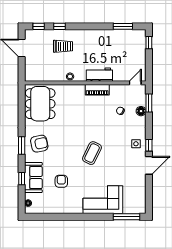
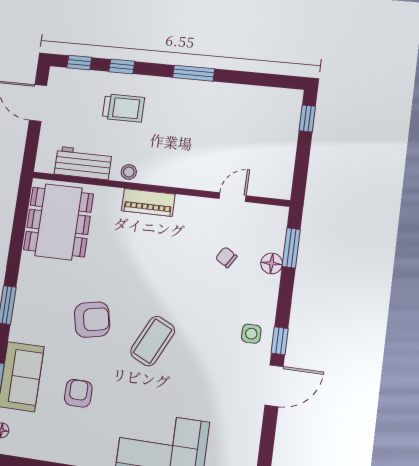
window: (123, 26) -> (194, 73), moved
workbench: (99, 75) -> (83, 163), moved
door: (135, 83) -> (233, 197), moved
piano: (97, 90) -> (148, 202), moved
armchair: (39, 144) -> (92, 320), moved

